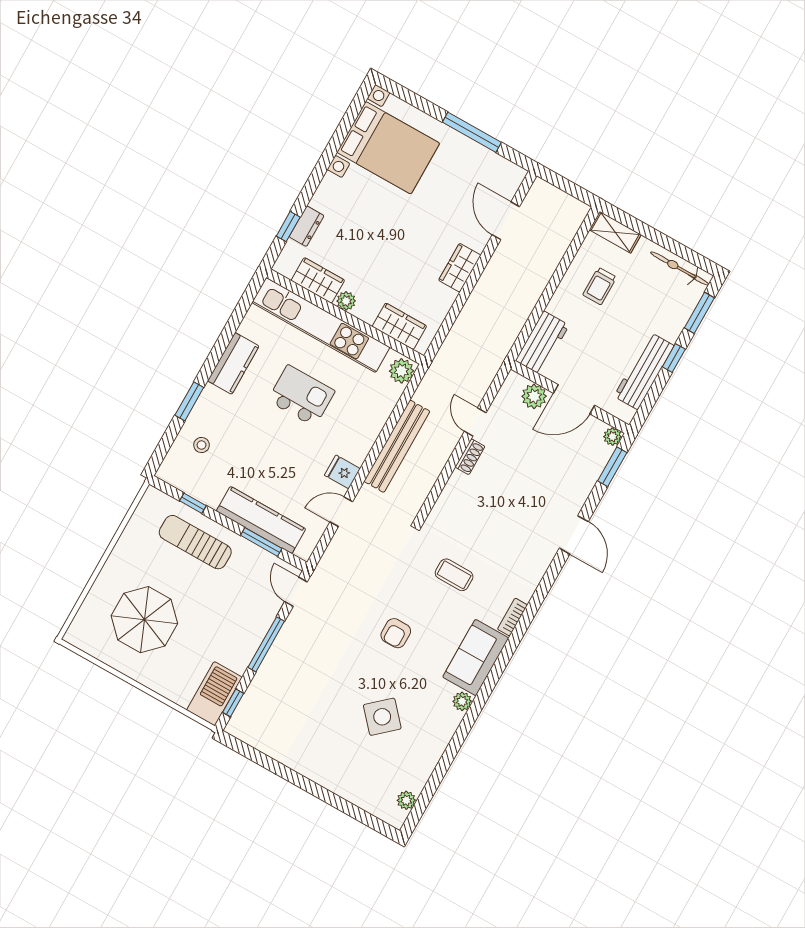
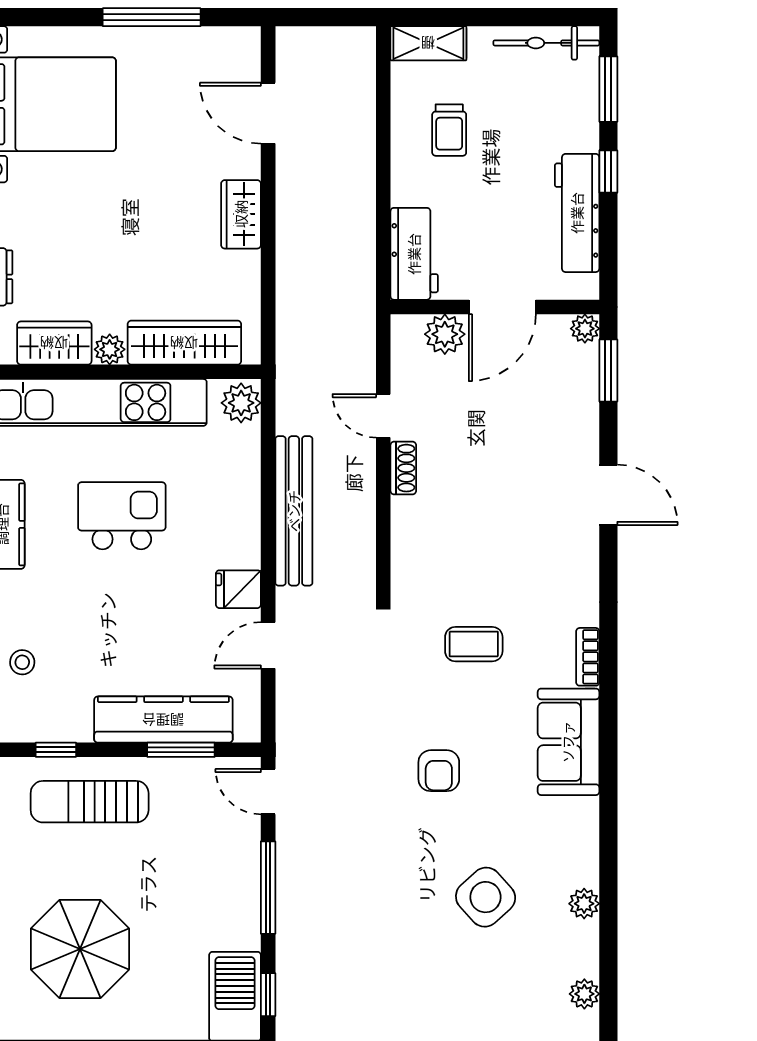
wardrobe: (399, 326) -> (184, 343), width x1.50
plant: (462, 701) -> (584, 904), moved

